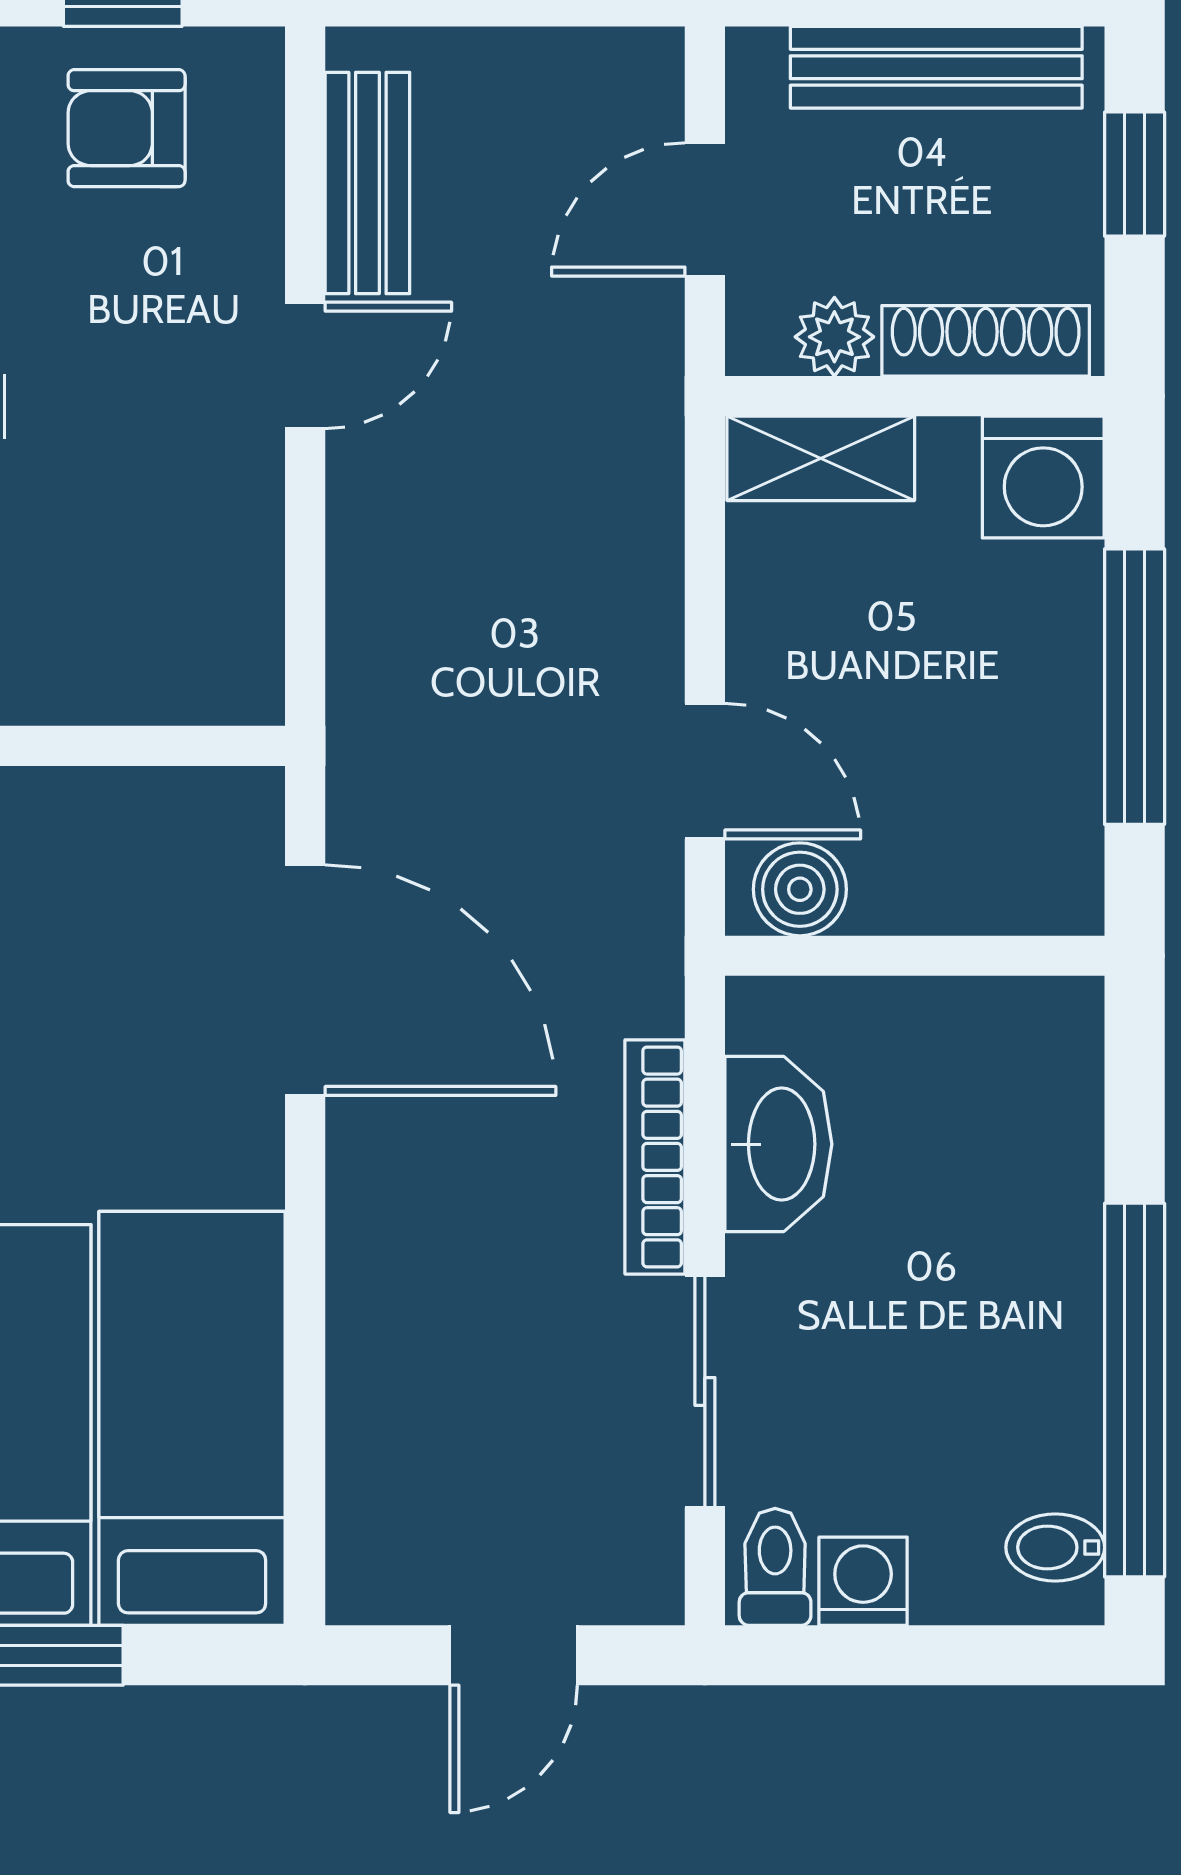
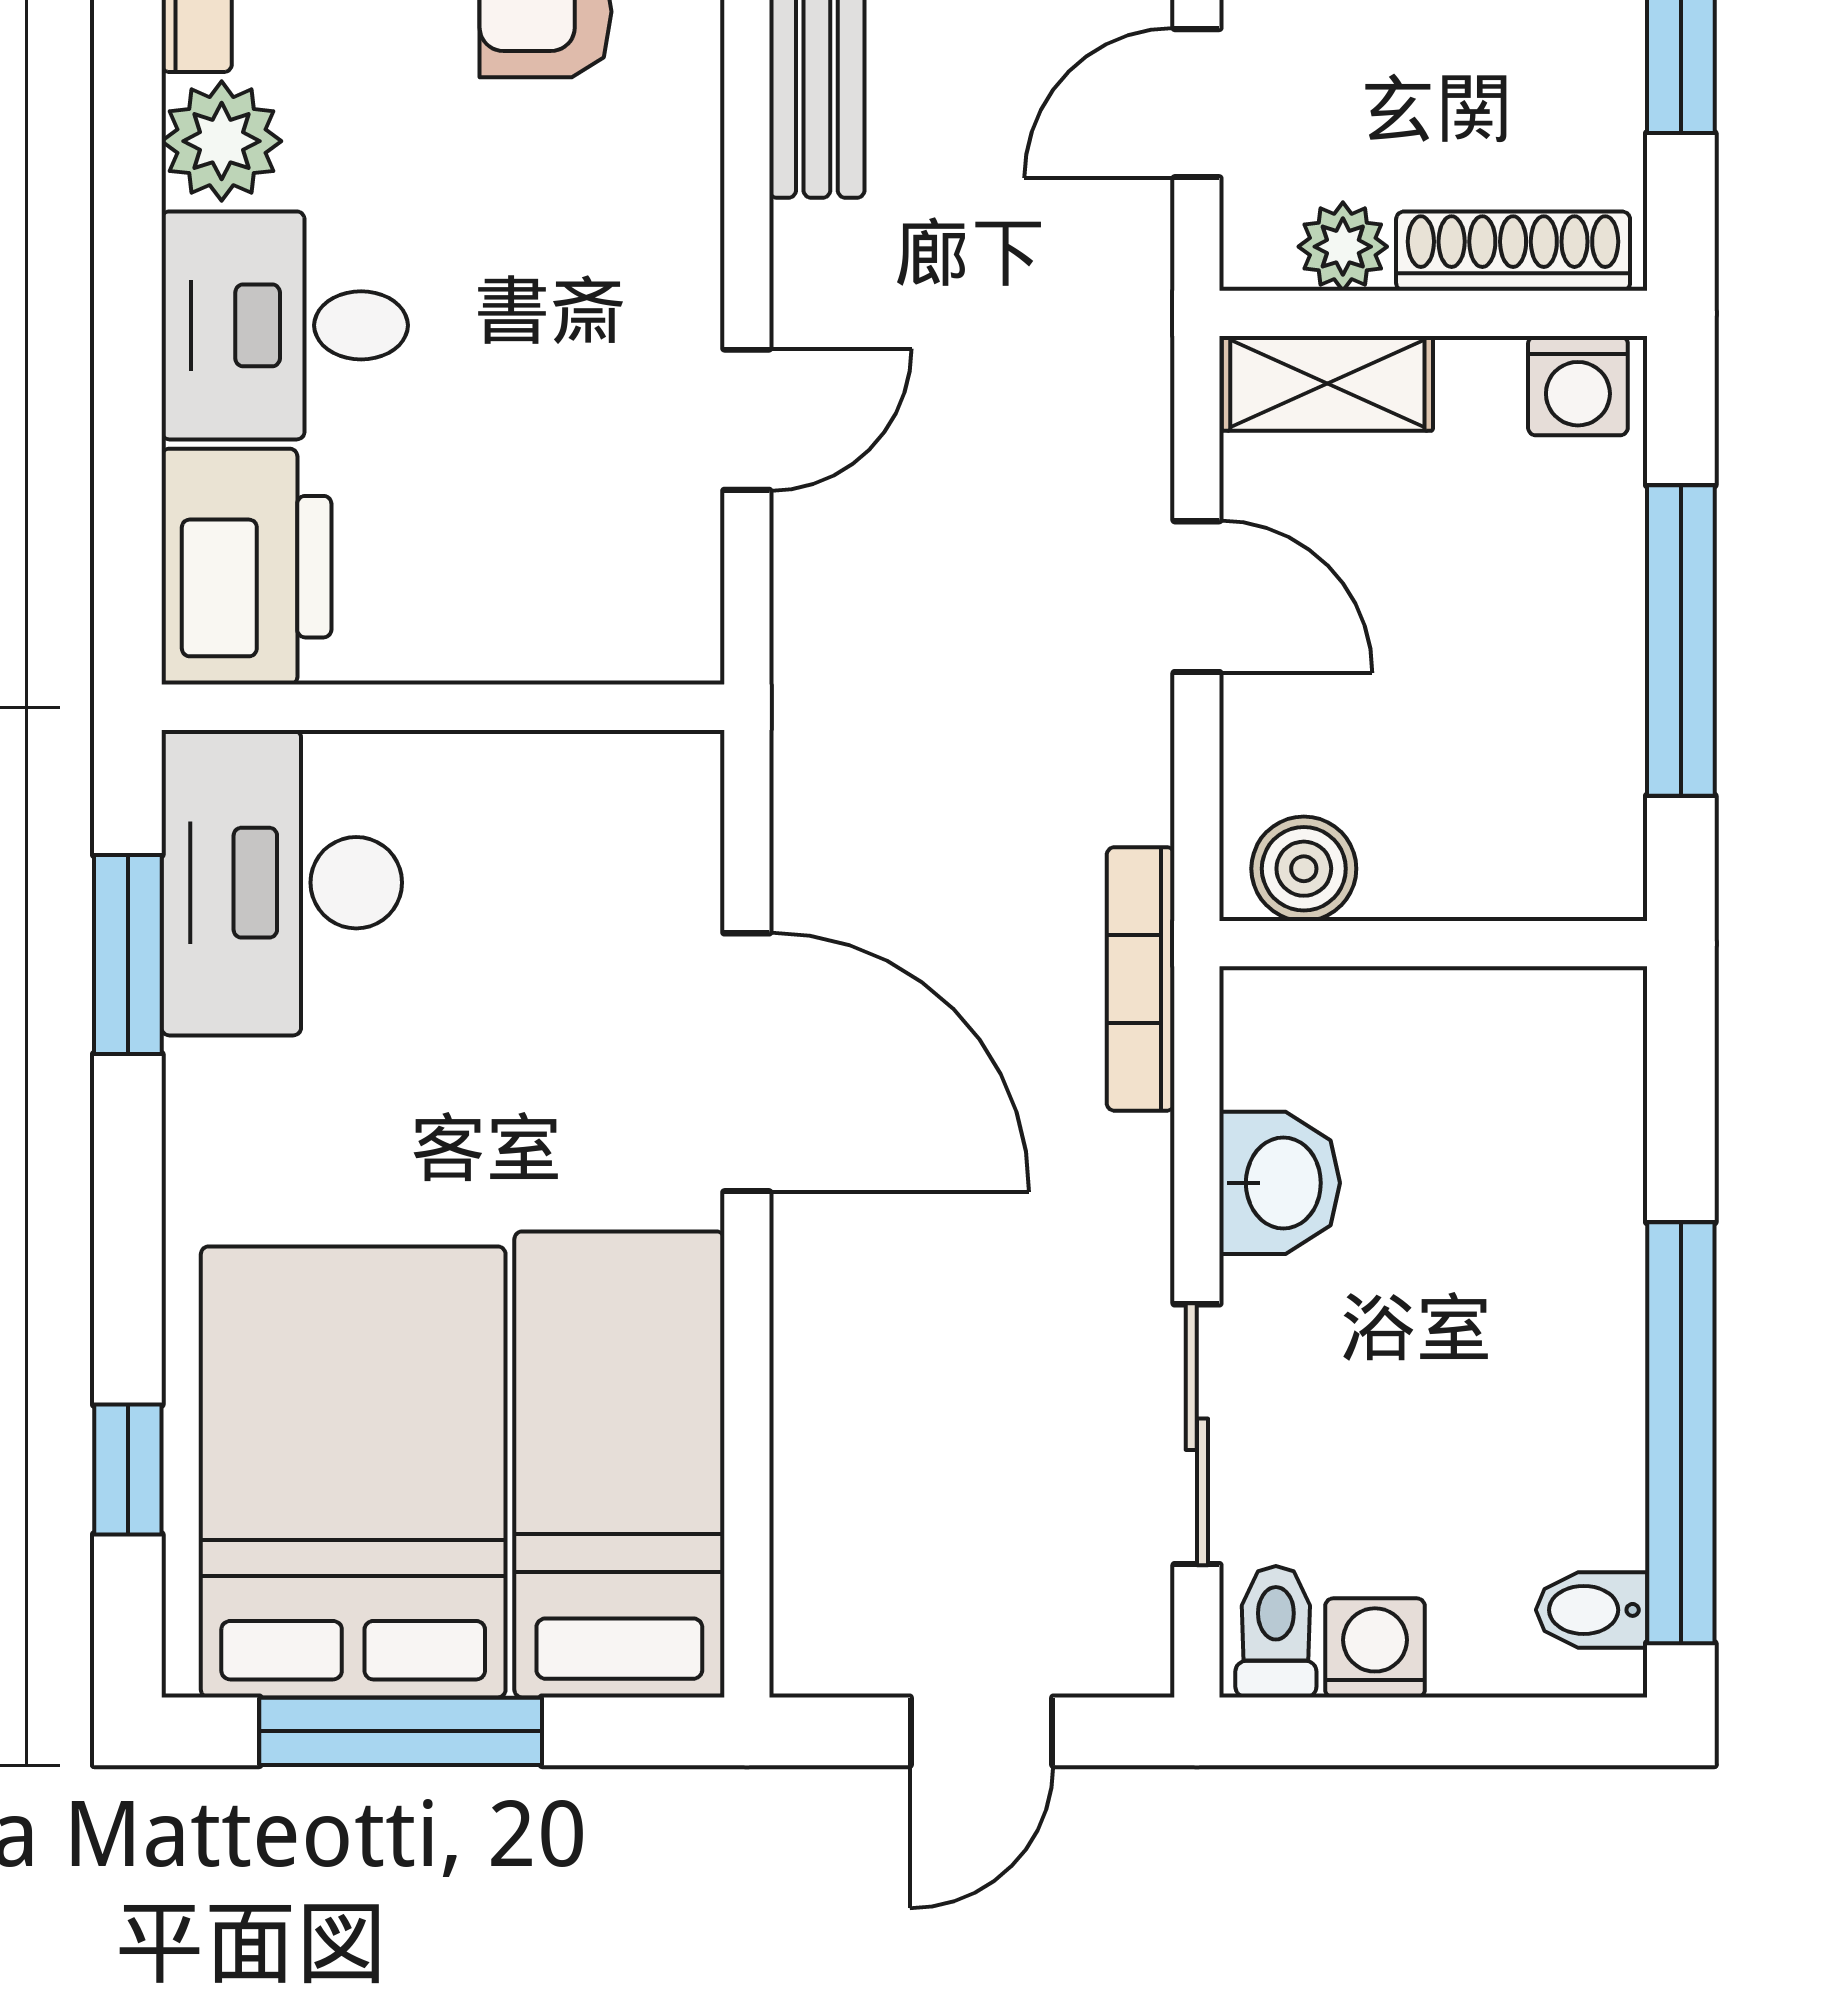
door: (305, 365) -> (747, 420), moved
washing machine: (1043, 477) -> (1578, 386), width x0.73, depth x0.73
door: (705, 771) -> (1197, 597), moved
door: (305, 980) -> (747, 1062), moved
washbasin: (778, 1144) -> (1280, 1183), width x0.72
bookcase: (655, 1157) -> (1141, 979), moved

